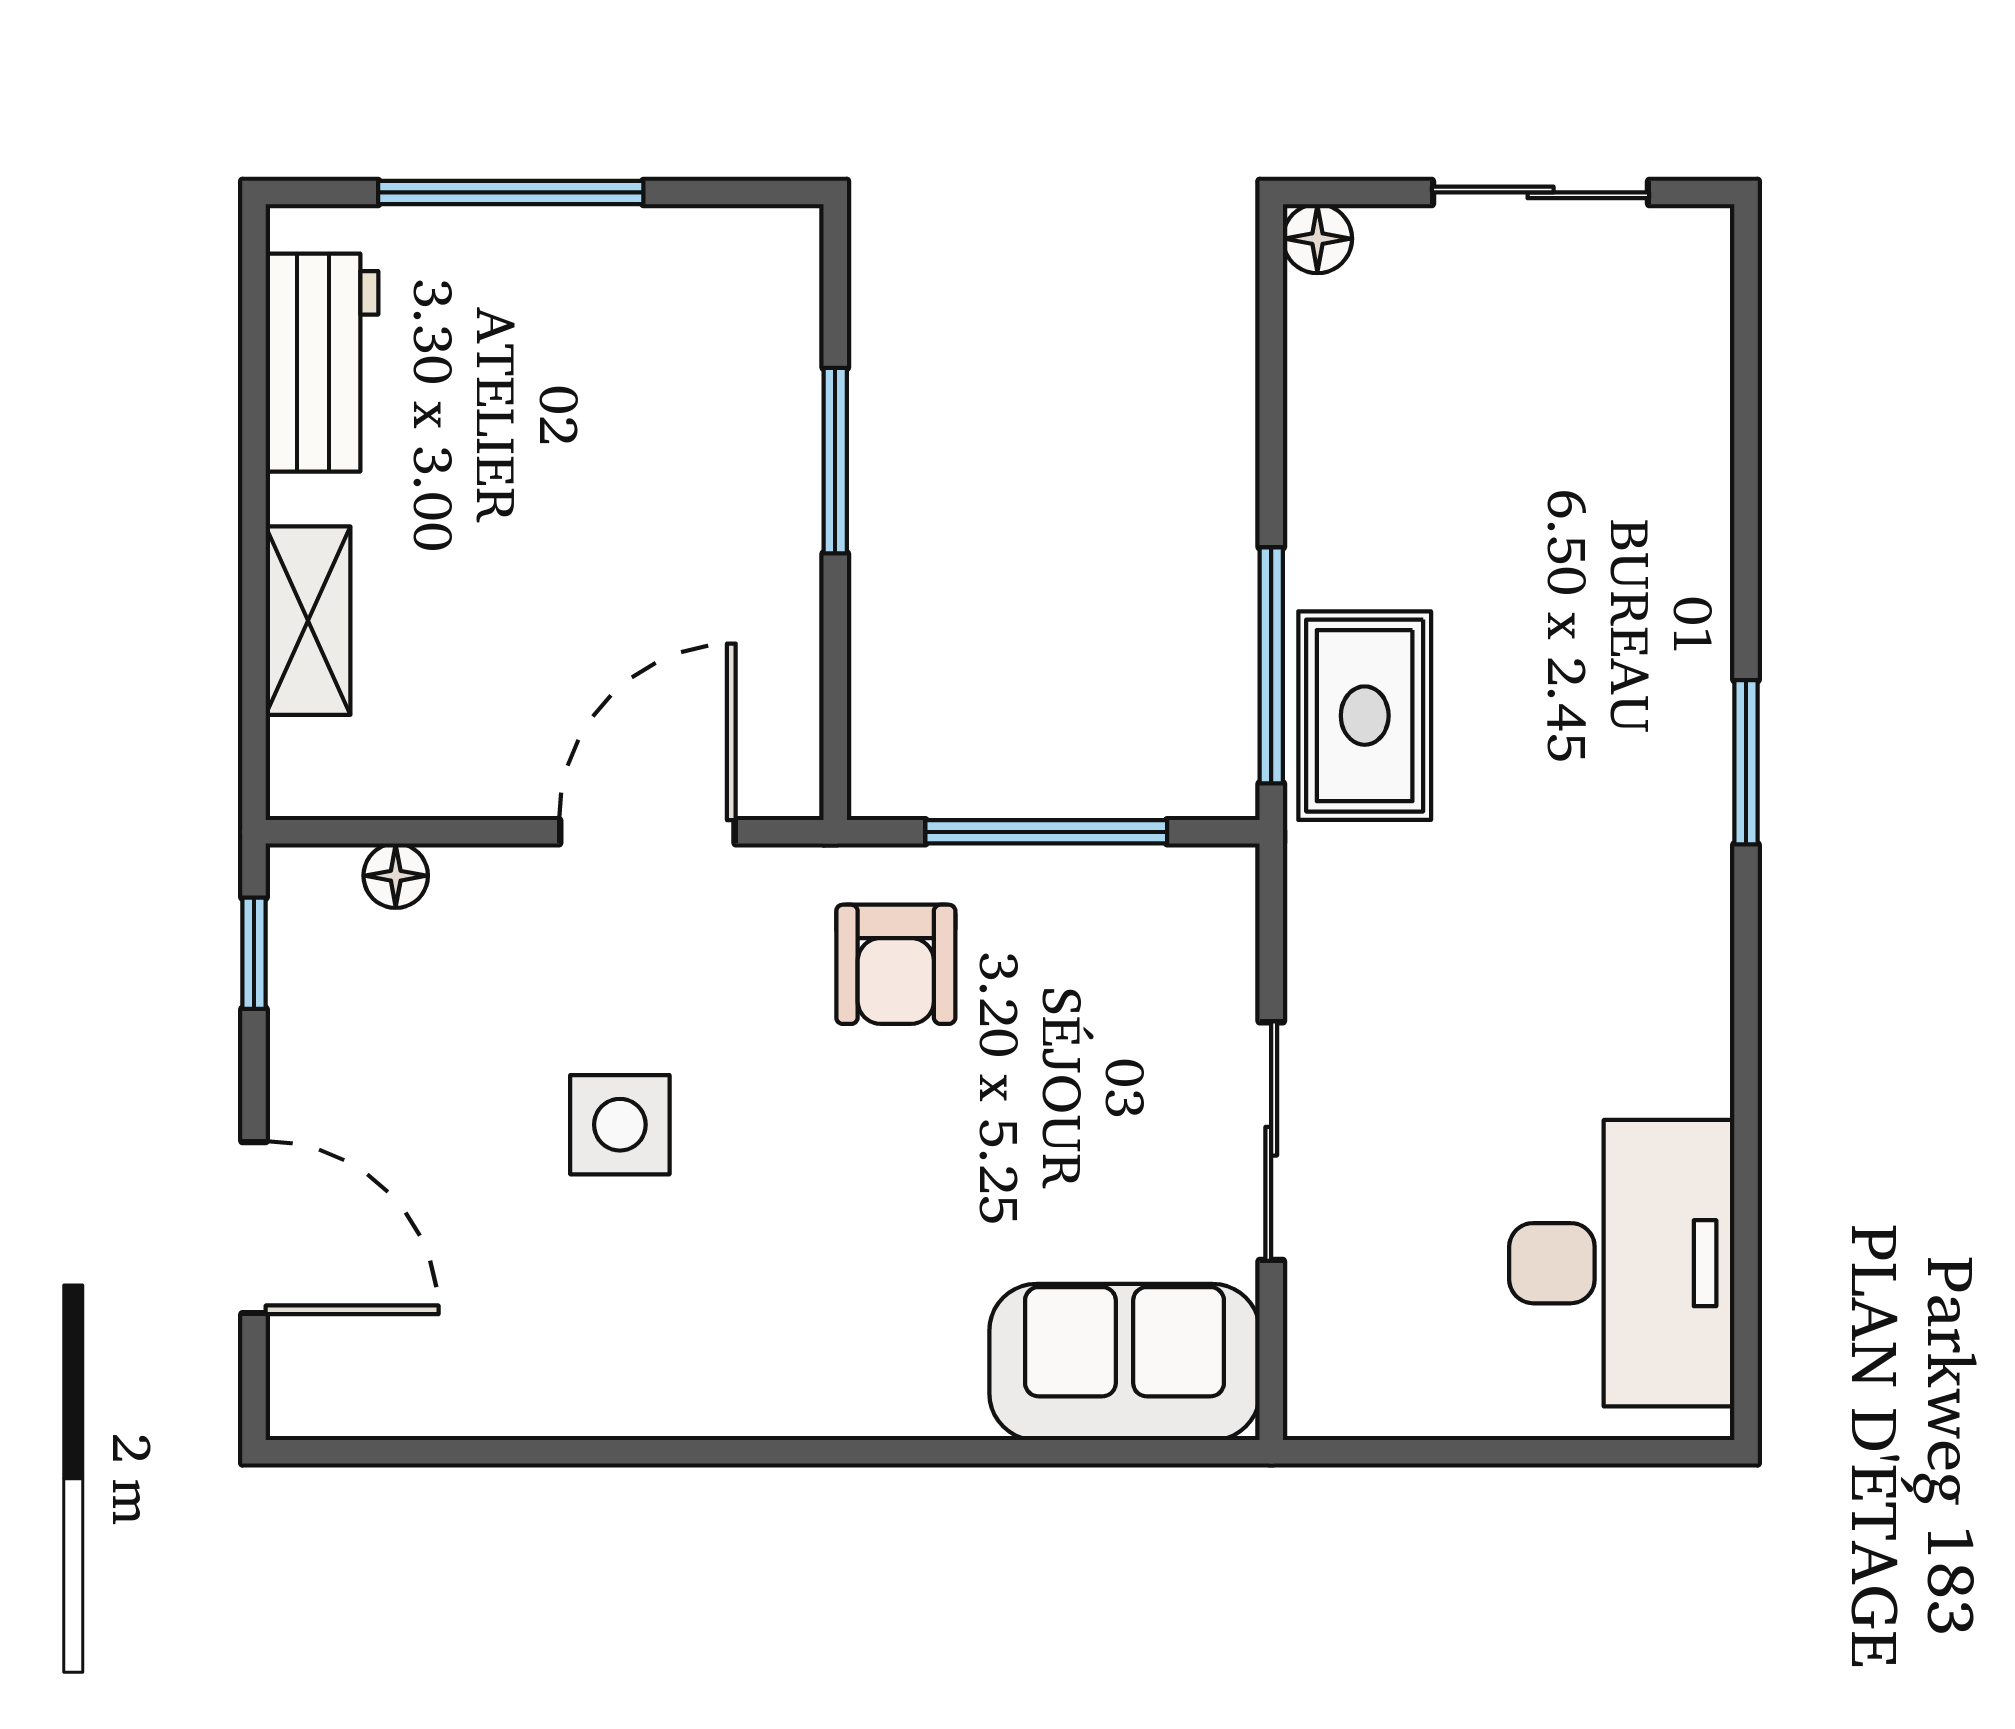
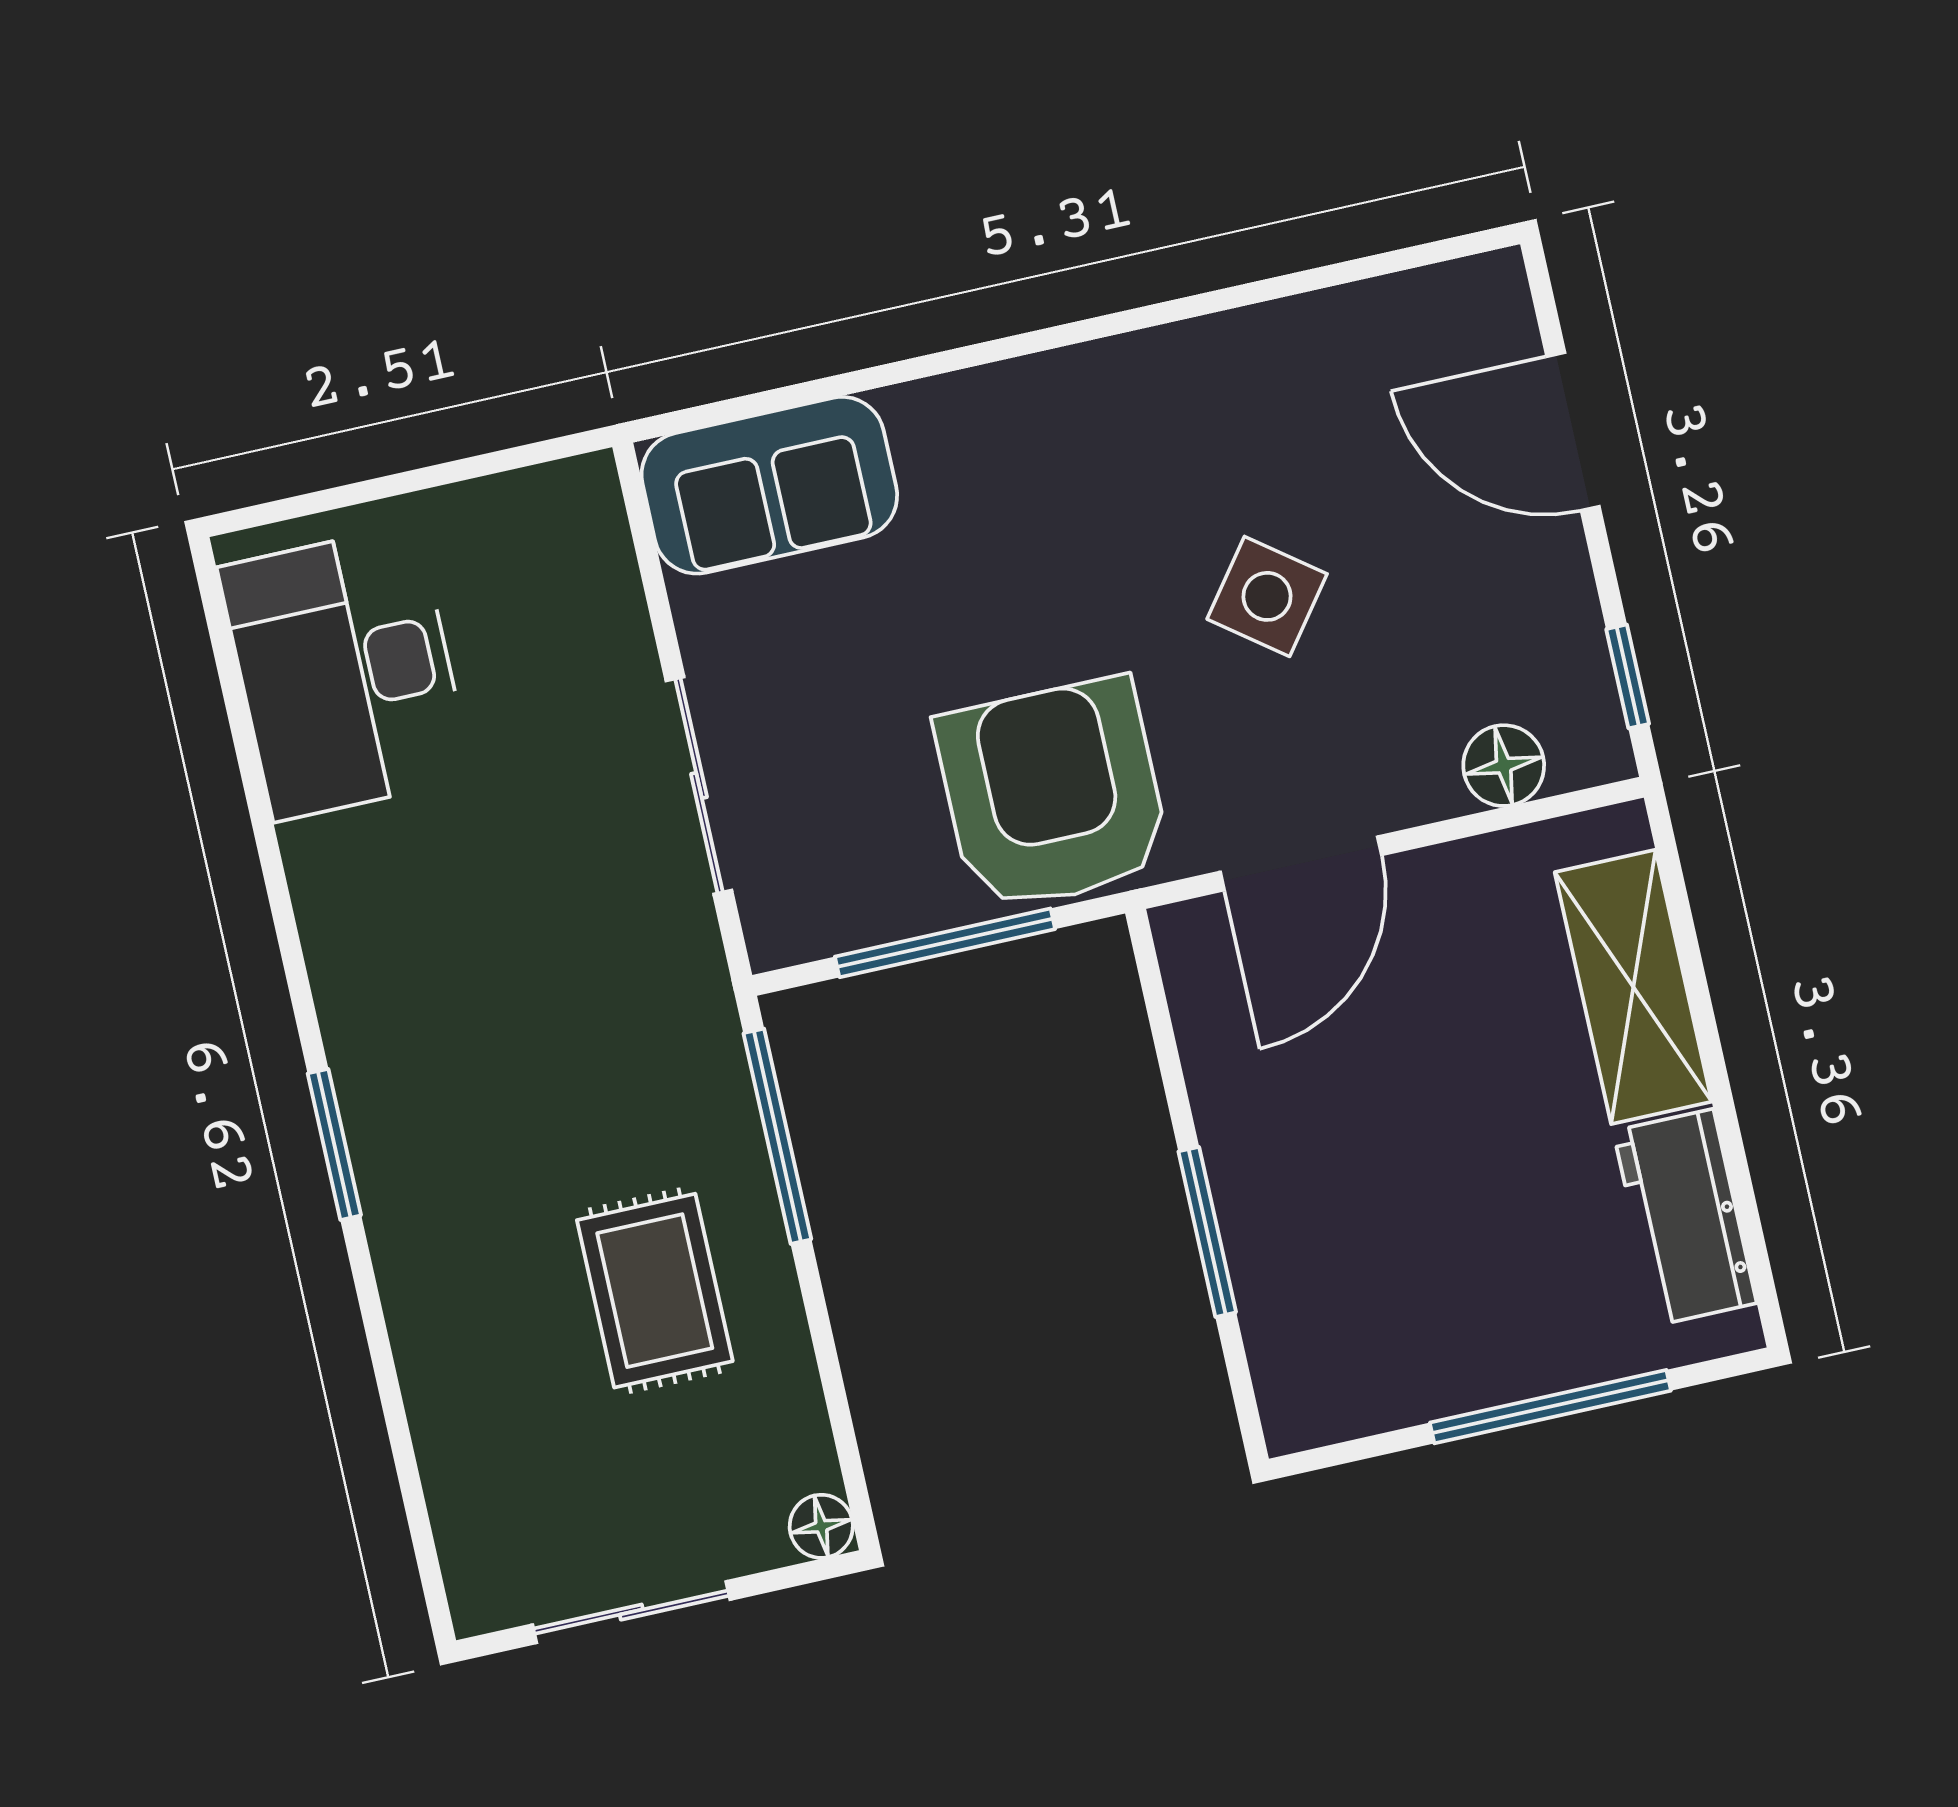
shelving: (308, 621) -> (1633, 987), width x1.50, depth x1.33
rug: (1365, 716) -> (655, 1291), moved
floor lamp: (396, 876) -> (1504, 766), width x1.37, depth x1.37
armchair: (896, 964) -> (1053, 795), width x1.88, depth x1.88
side table: (620, 1125) -> (1267, 596), turned 37
sliding door: (1271, 1141) -> (699, 786), moved

